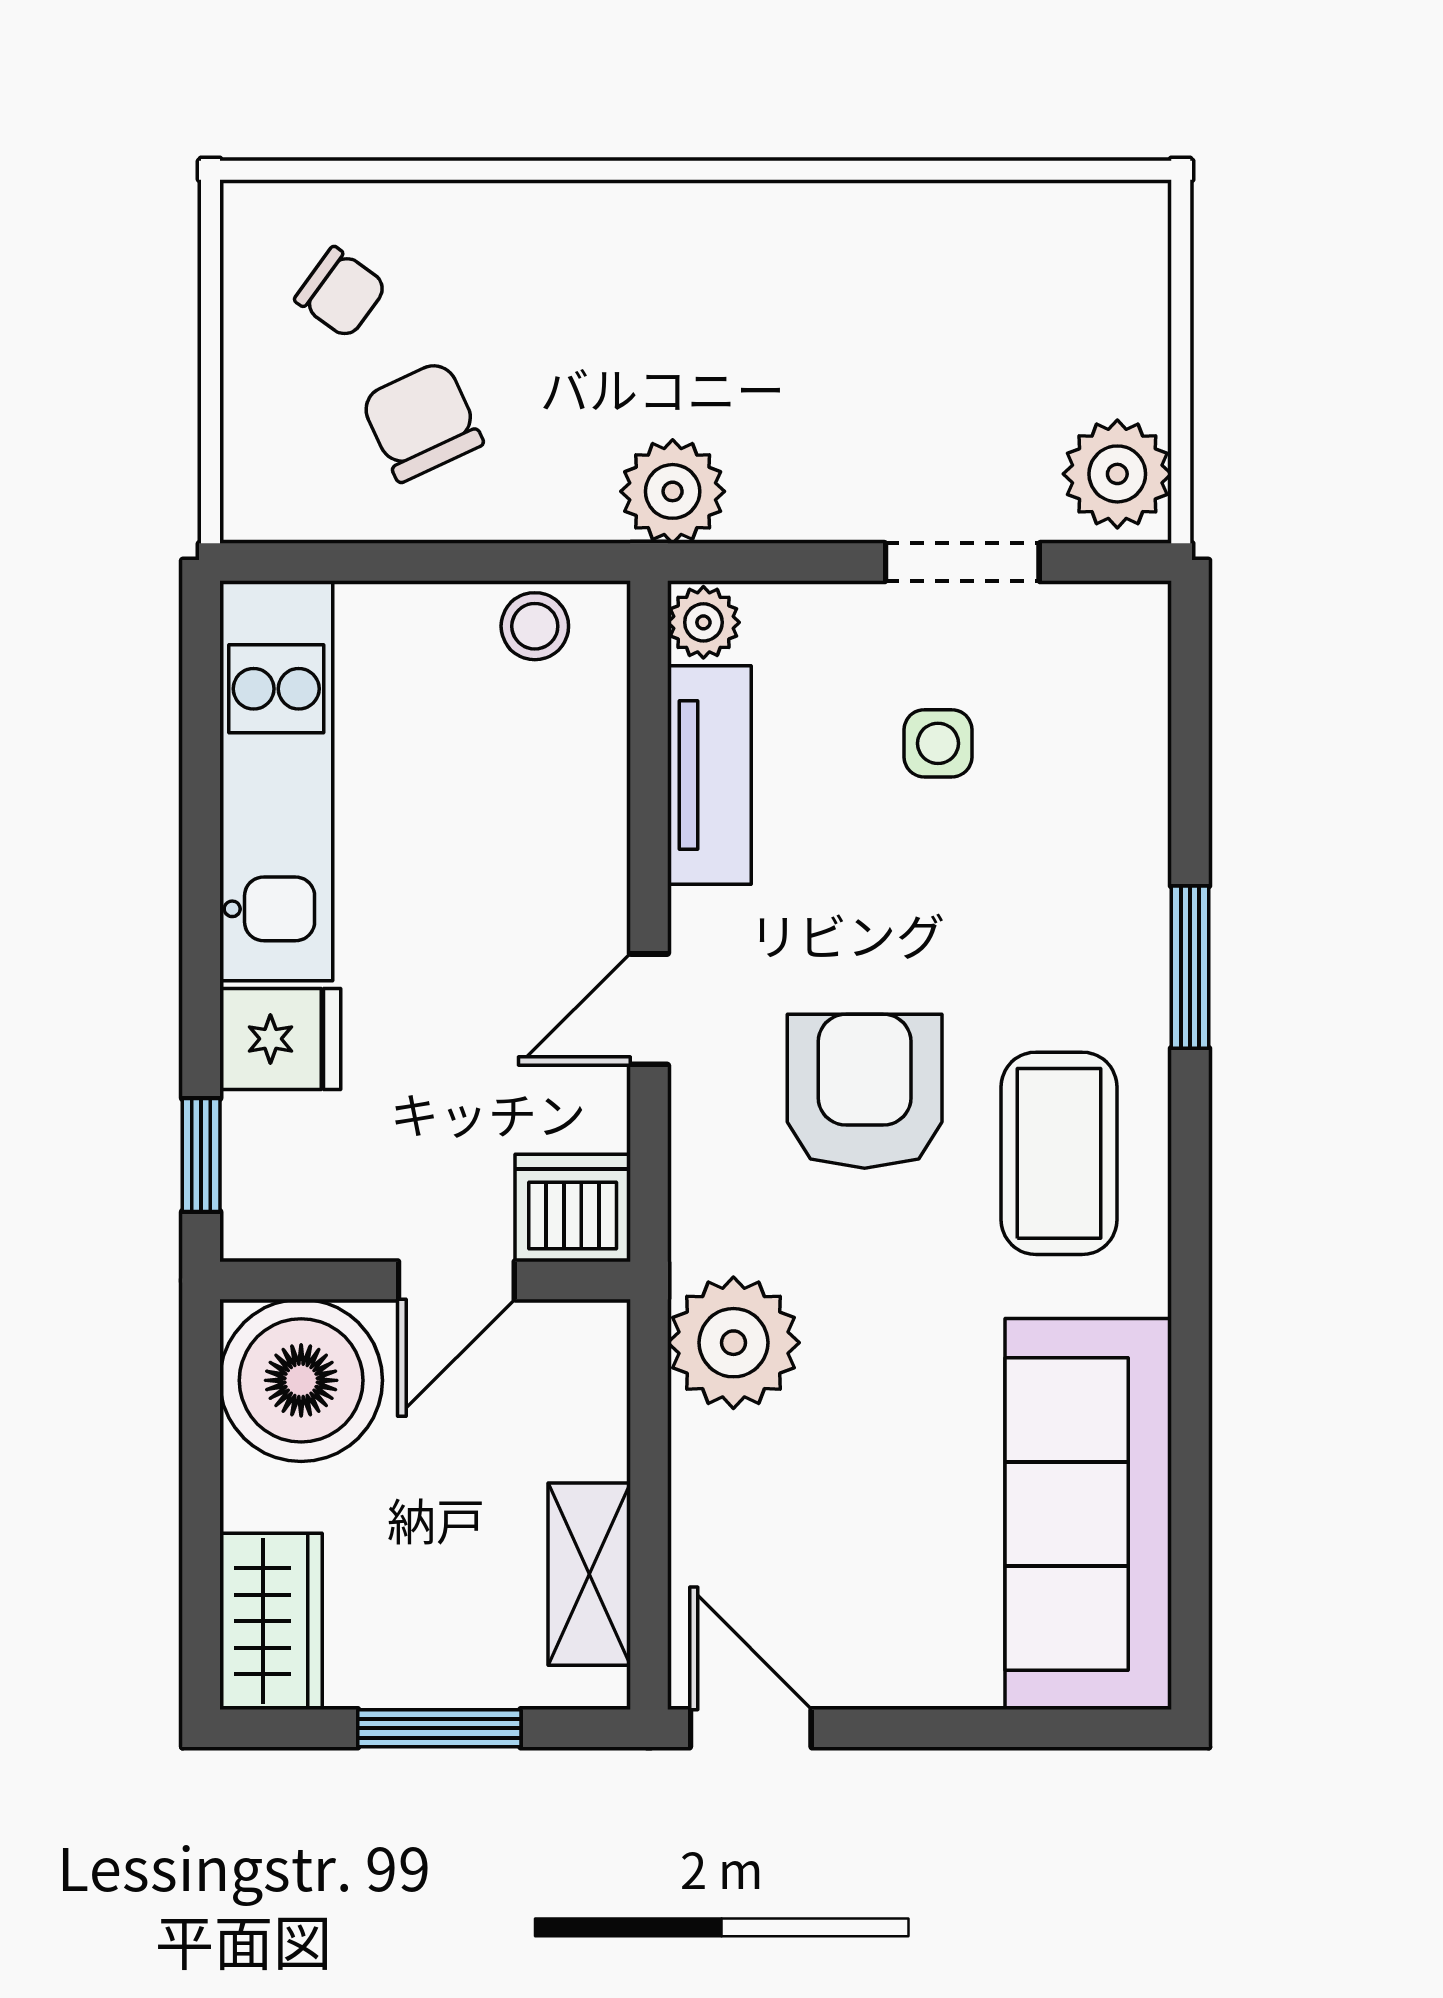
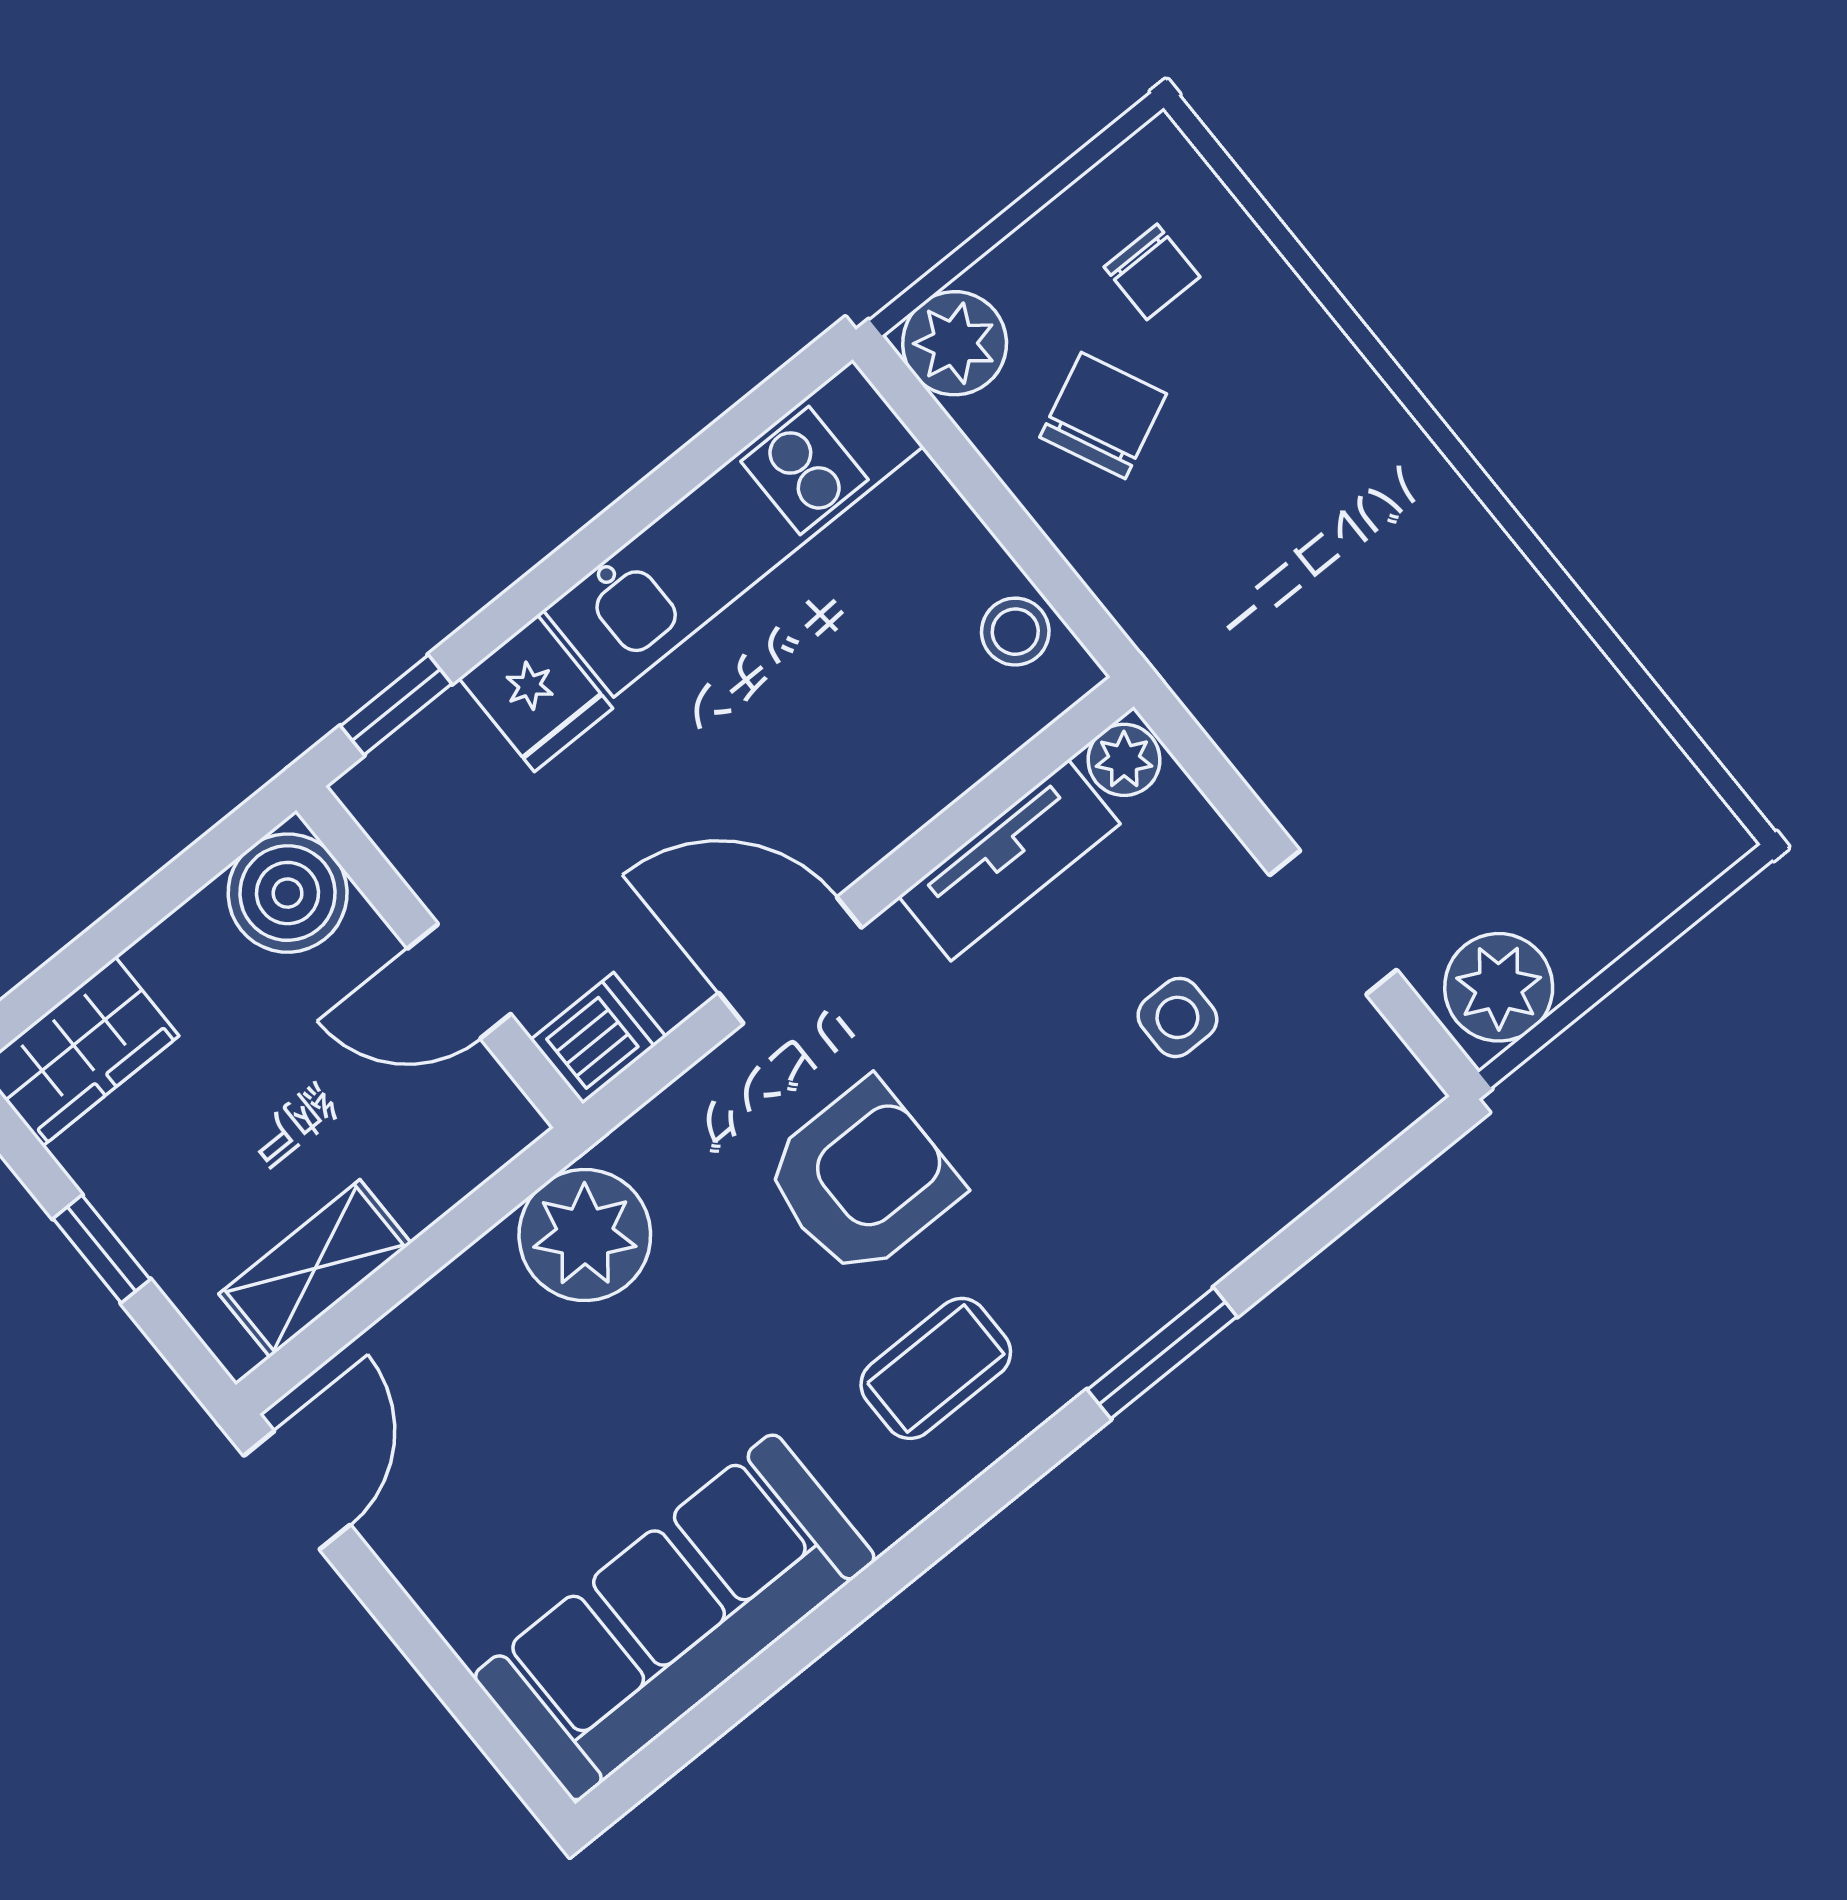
chair: (341, 293) -> (1152, 272), turned -36
plant: (673, 491) -> (955, 343), moved
door: (649, 1009) -> (790, 960), width x1.38
coffee table: (1059, 1153) -> (936, 1368), width x0.73, depth x0.77
dishwasher: (573, 1208) -> (598, 1038), width x0.73
boiler: (301, 1380) -> (288, 893), width x0.73, depth x0.73
window: (439, 1728) -> (102, 1249), width x0.67

